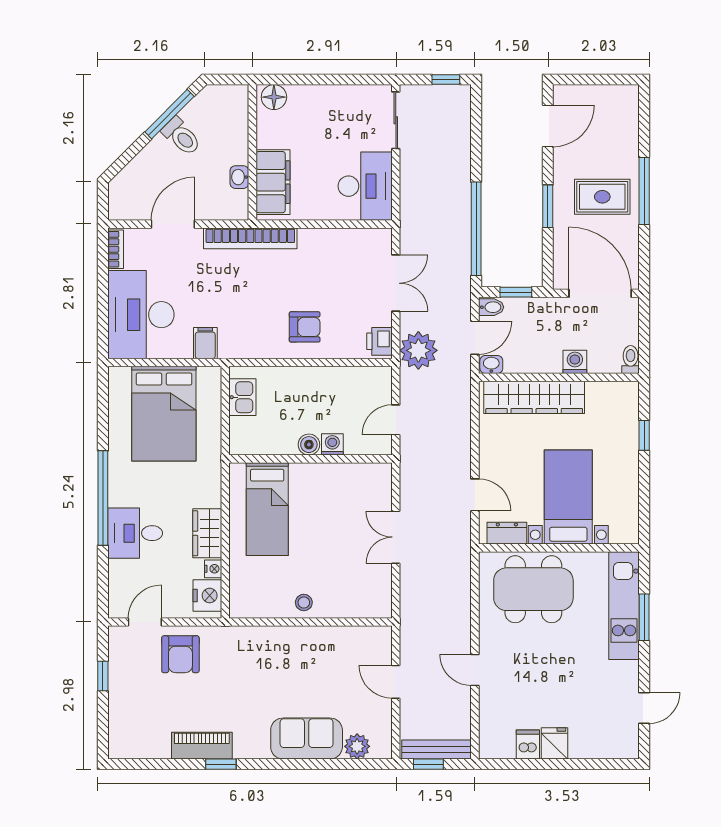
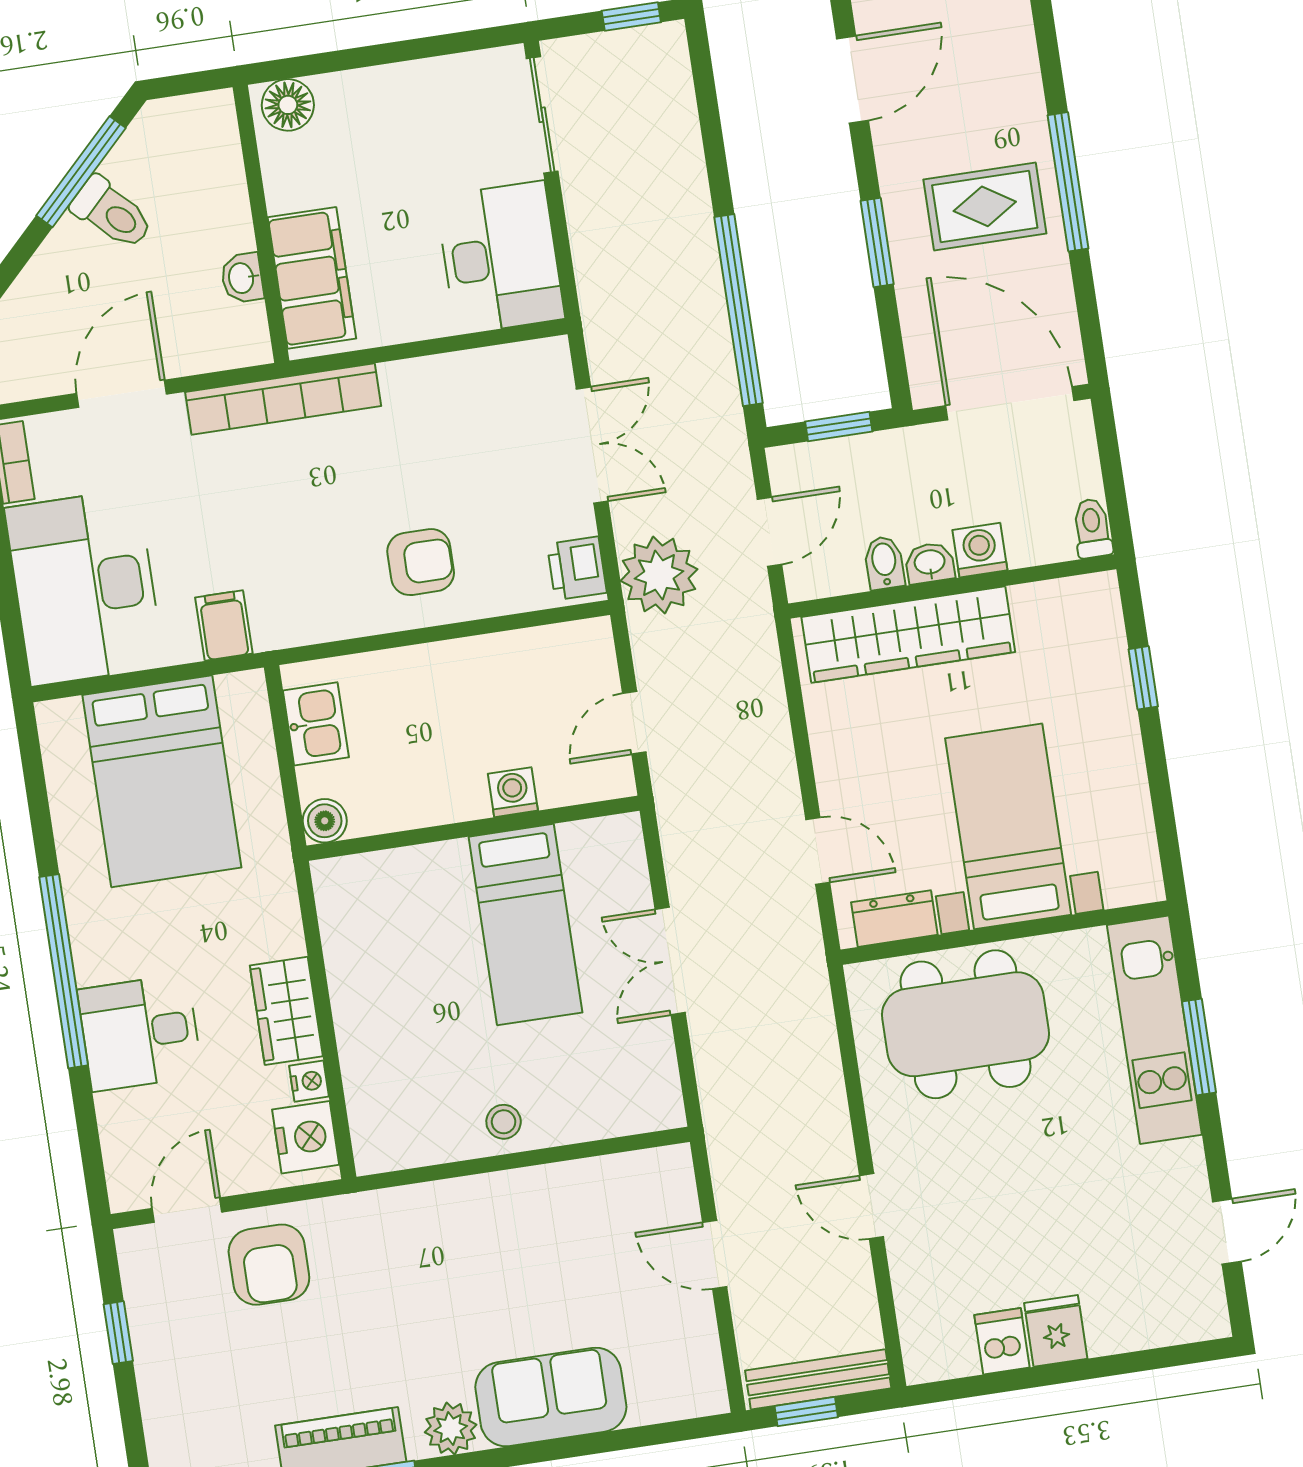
bidet: (491, 307) -> (884, 563), moved, turned -90
washbasin: (491, 364) -> (930, 563), moved
boiler: (309, 445) -> (325, 821), moved
bed: (267, 509) -> (525, 925), moved
plant: (357, 746) -> (451, 1428), moved

